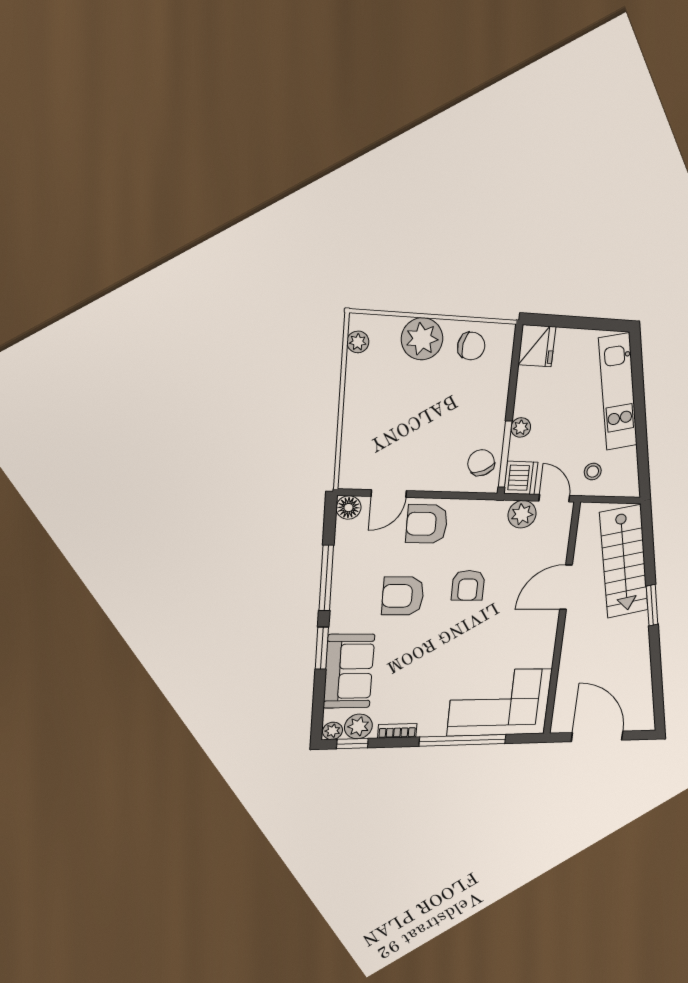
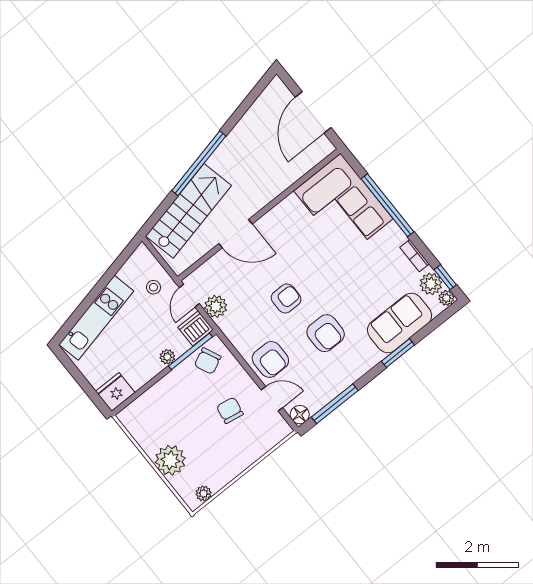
chair: (471, 346) -> (230, 410), moved
window: (326, 578) -> (335, 404), moved
window: (652, 605) -> (199, 163), width x2.11

